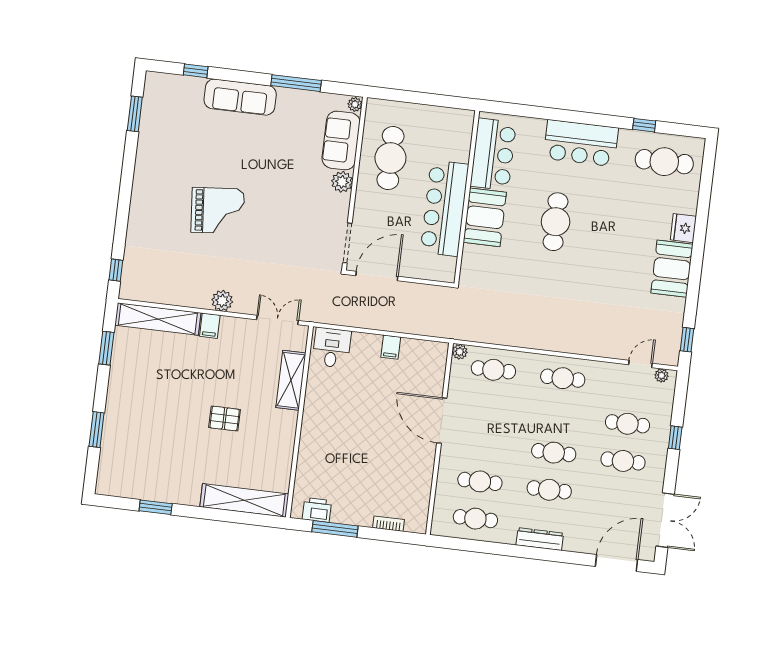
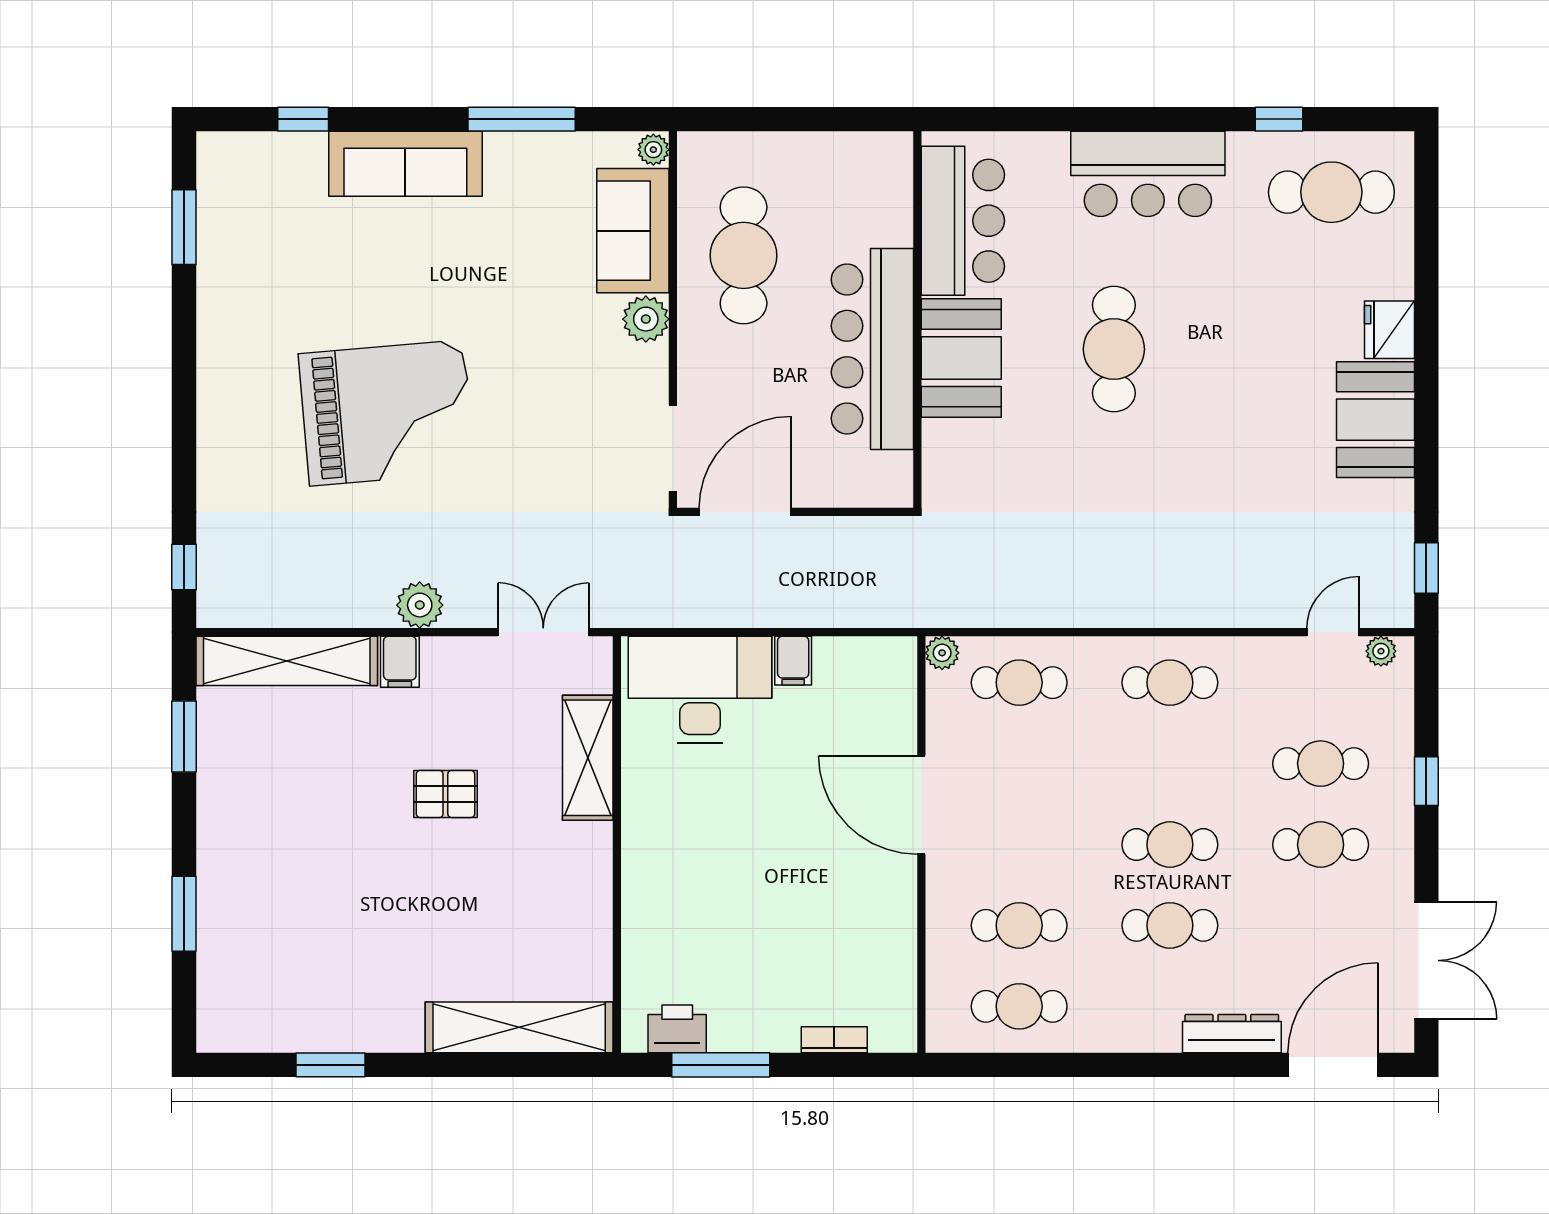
grand piano: (218, 211) -> (387, 413), width x1.37, depth x1.48
desk: (332, 348) -> (700, 690), width x1.87, depth x1.30
pallet: (225, 419) -> (445, 794), moved
dresser: (540, 539) -> (1232, 1034), moved

